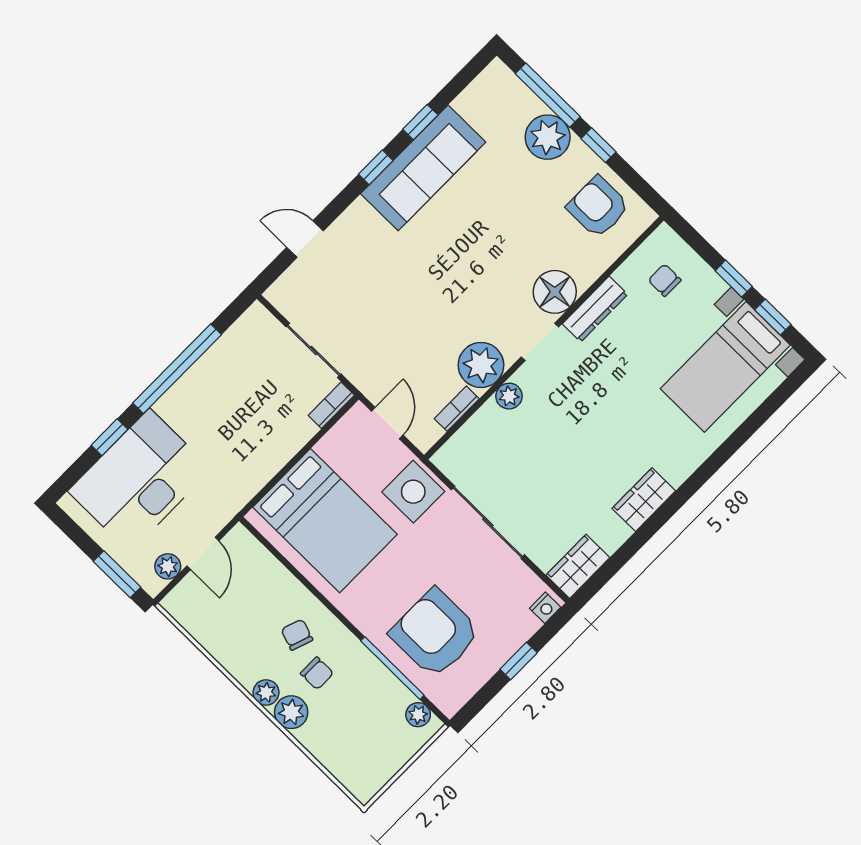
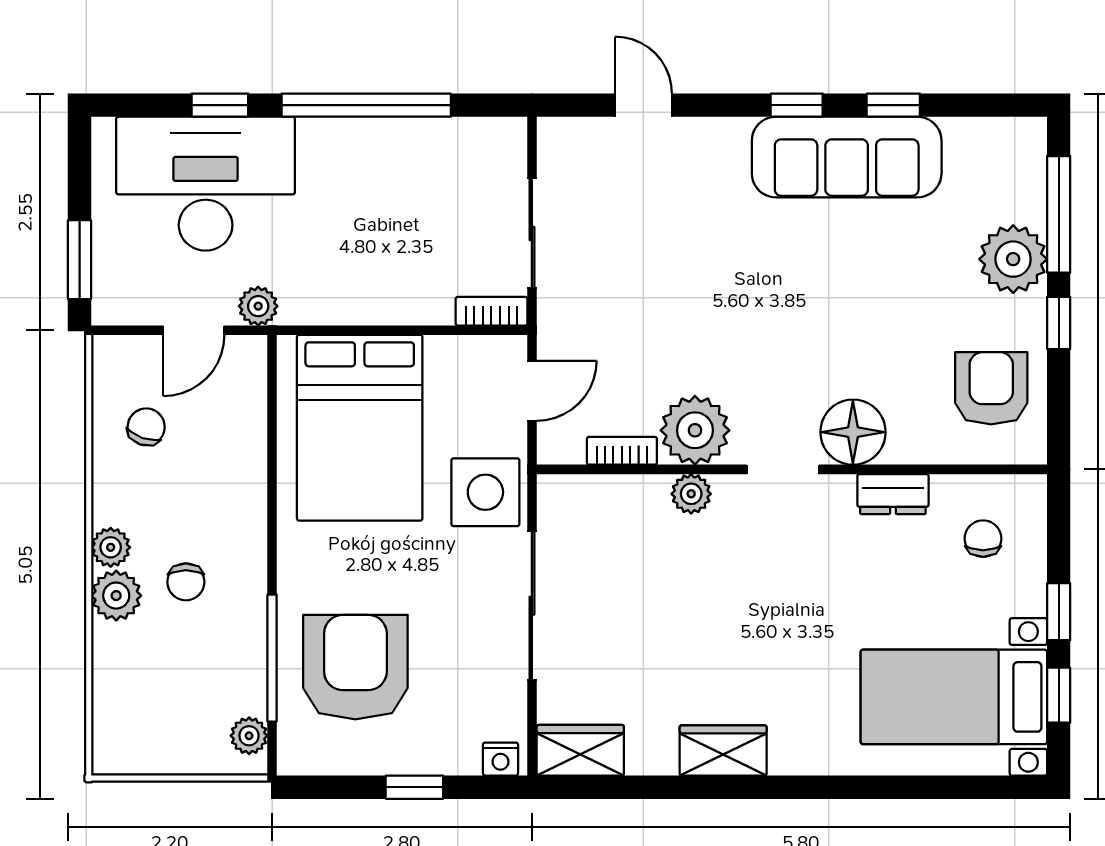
dresser: (595, 309) -> (893, 494), width x0.70
plant: (168, 566) -> (258, 306), moved
chair: (297, 635) -> (146, 427), moved

